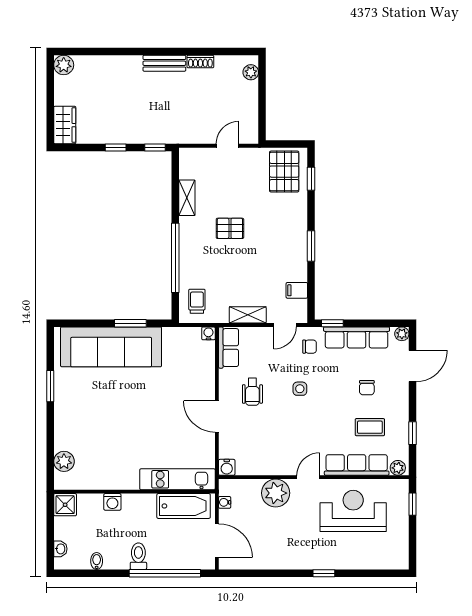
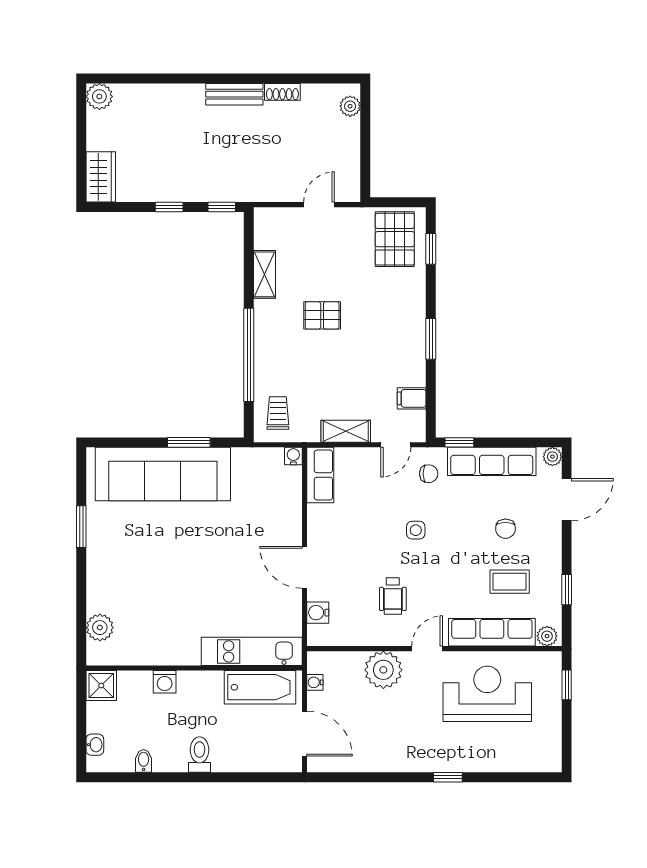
wheelchair: (252, 392) -> (393, 596), moved
water cooler: (227, 467) -> (318, 613), moved, turned 90
window: (165, 573) -> (235, 777), removed

